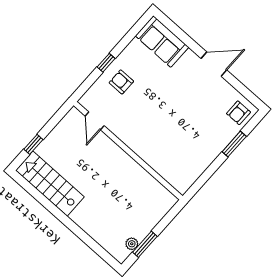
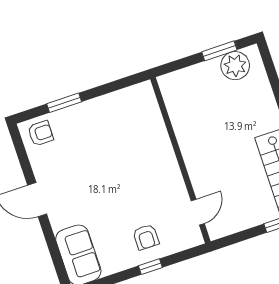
plant: (132, 244) -> (235, 66), width x1.87, depth x1.87

